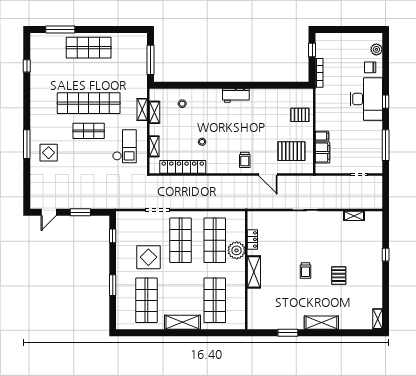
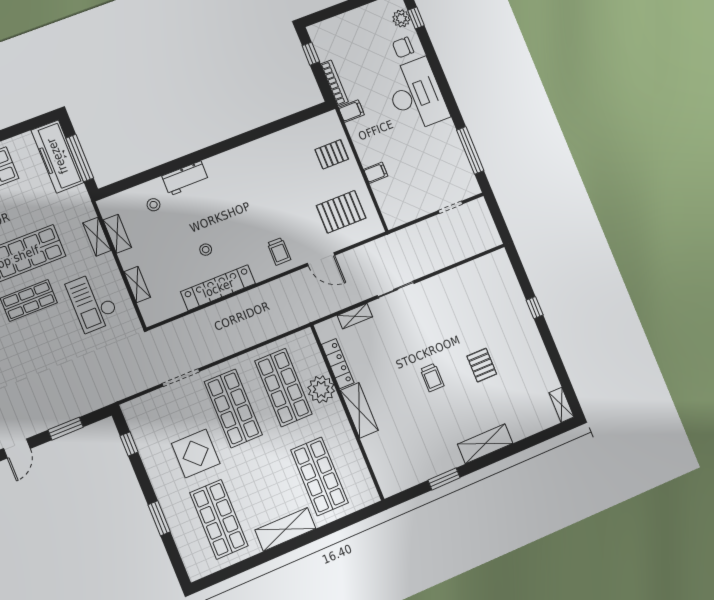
freezer: (138, 54) -> (57, 156), added
workbench: (236, 95) -> (185, 178), moved
window: (386, 102) -> (416, 18), moved
checkout: (124, 146) -> (93, 302), turned 180
filing cabinet: (322, 152) -> (351, 111), moved, width x0.50
locker: (183, 167) -> (218, 288), moved
shelving: (354, 216) -> (355, 316), moved
locker: (252, 239) -> (338, 364), width x1.53

